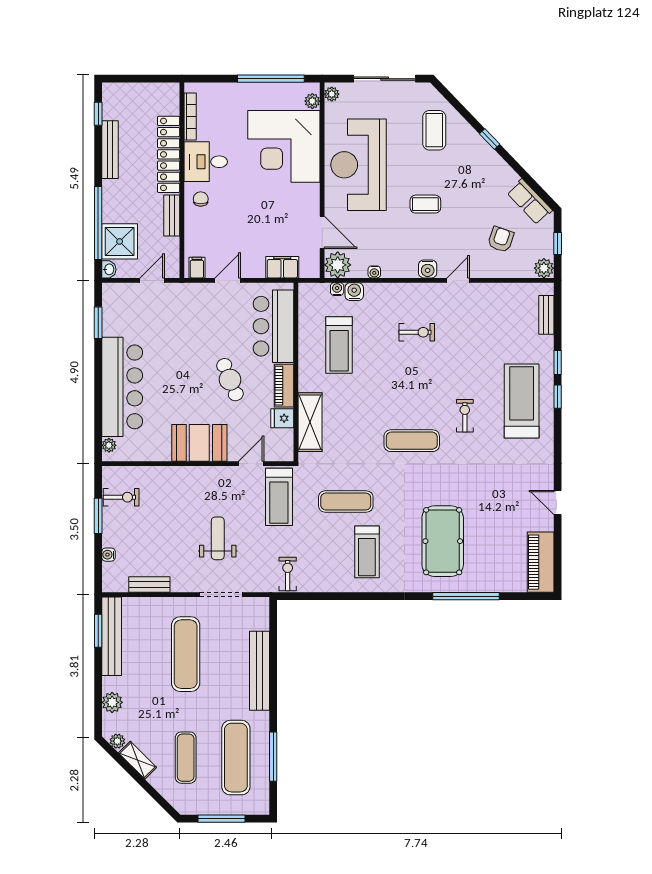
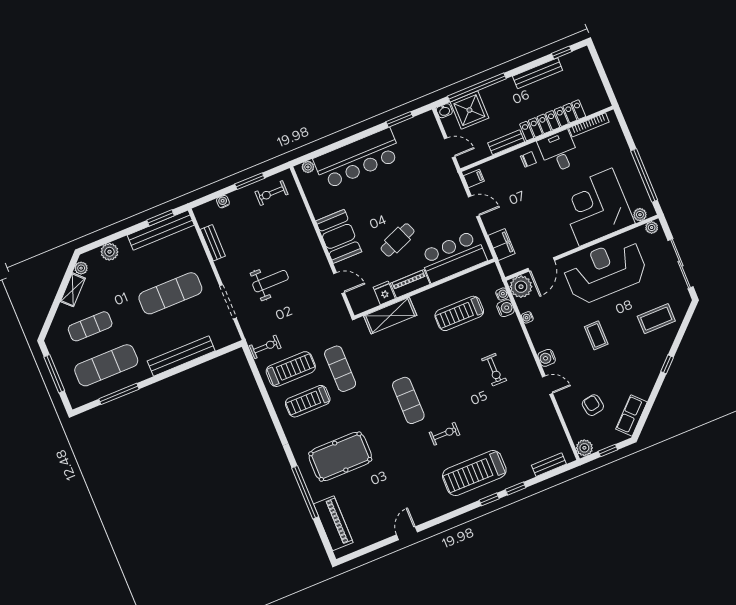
armchair: (501, 239) -> (593, 405), turned -119
treadmill: (522, 401) -> (474, 473), turned 180
exercise bike: (121, 497) -> (272, 193), turned 90
treadmill: (279, 497) -> (291, 369), moved, turned 180
piano: (541, 562) -> (333, 523), moved, turned 90

